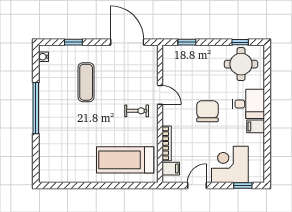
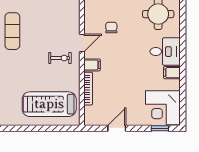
door: (160, 95) -> (82, 43), hinge flipped
chair: (207, 111) -> (111, 28), moved, width x0.54, depth x0.54
corner desk: (230, 164) -> (163, 108), moved, turned -90
filing cabinet: (171, 169) -> (92, 65), moved

